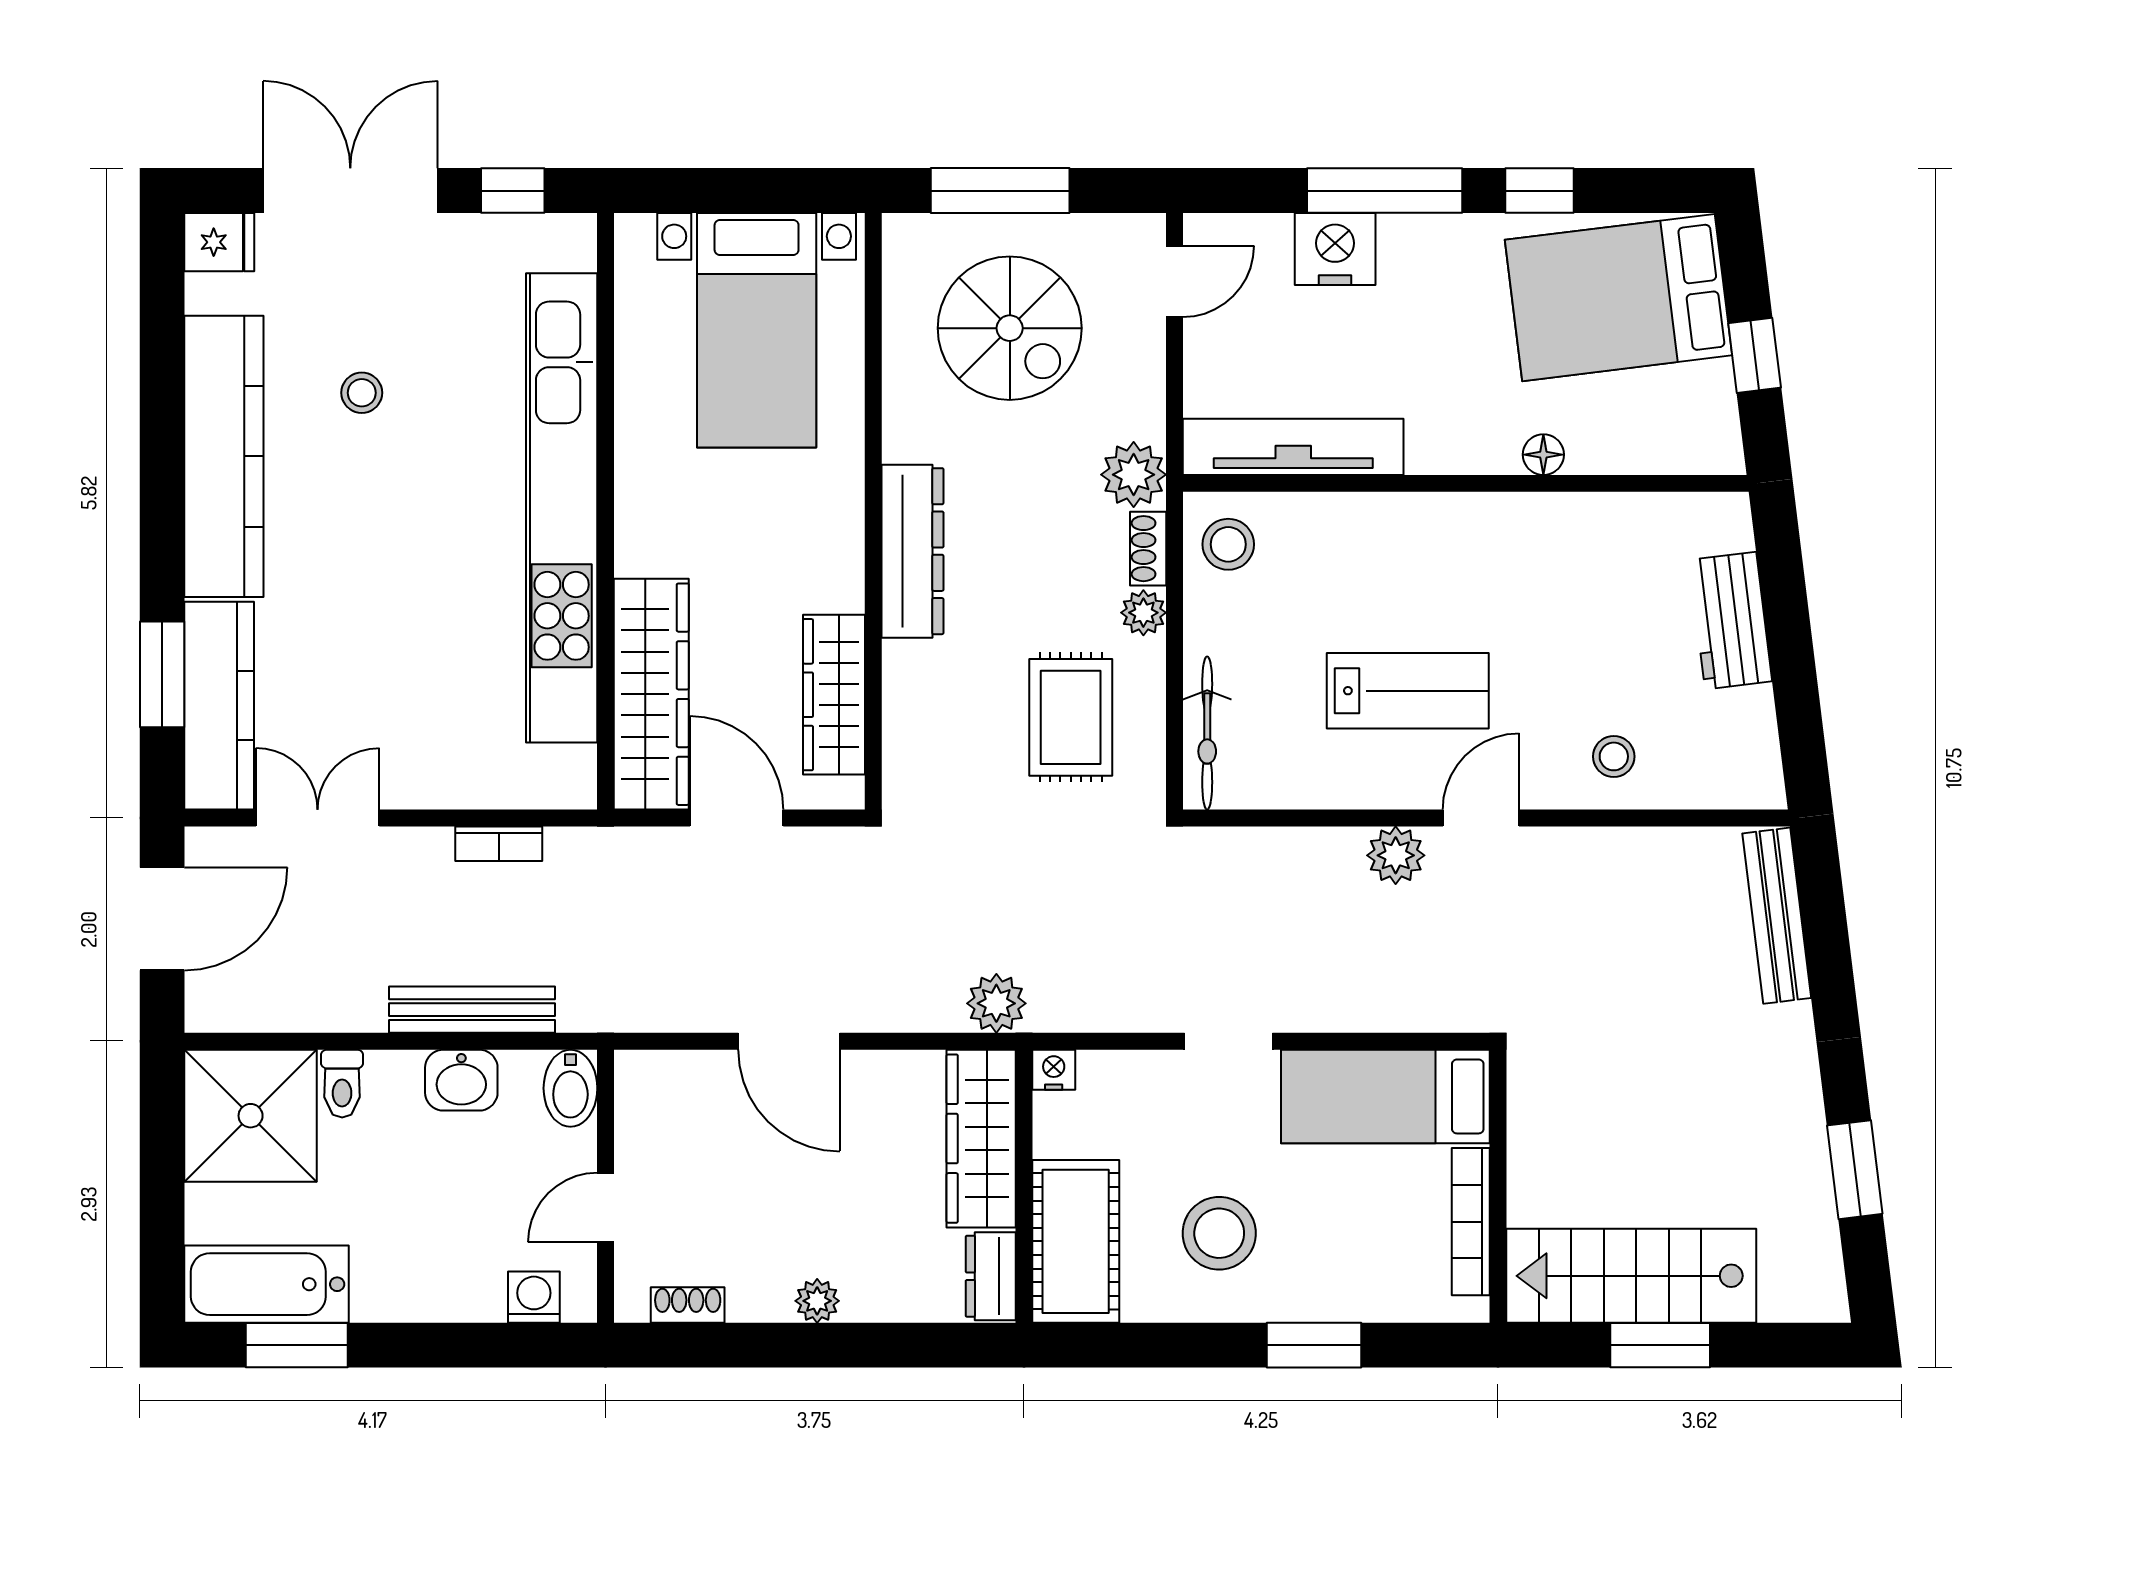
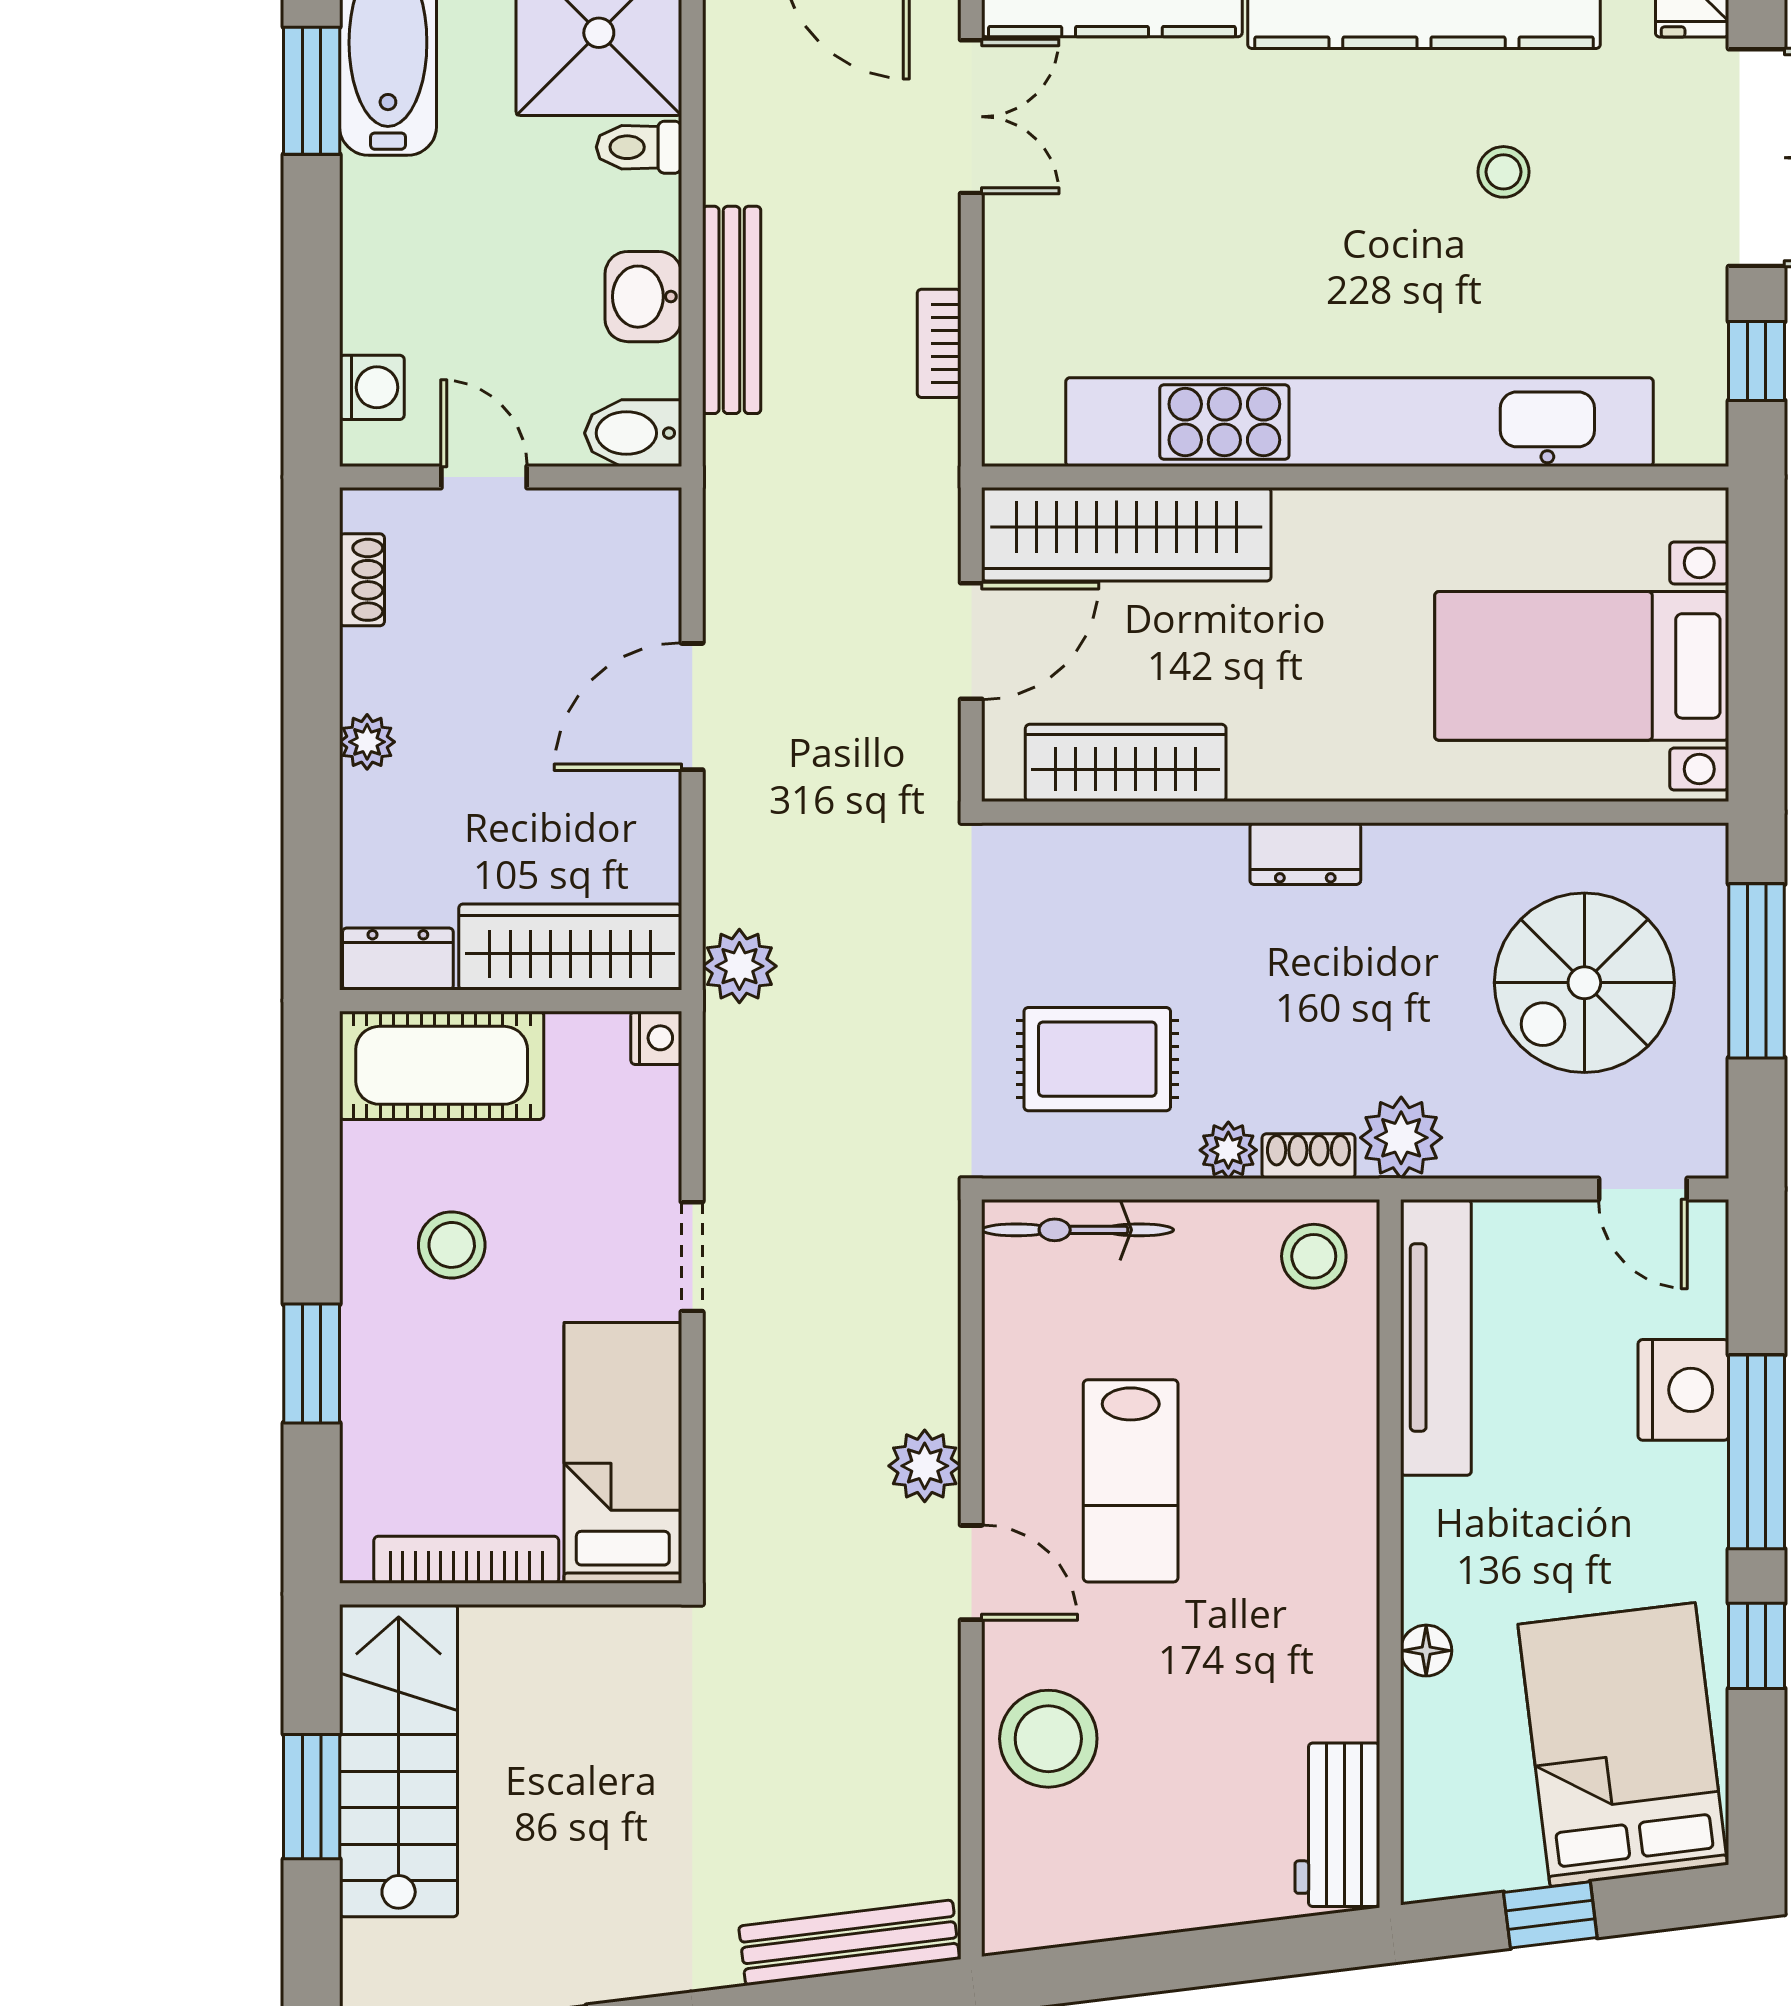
dresser: (913, 551) -> (1305, 854), width x0.51, depth x0.80
workbench: (1731, 621) -> (1337, 1825), moved, turned -83
stool: (1614, 756) -> (1048, 1739), width x1.89, depth x1.89
stool: (1219, 1233) -> (452, 1245), width x0.73, depth x0.73

